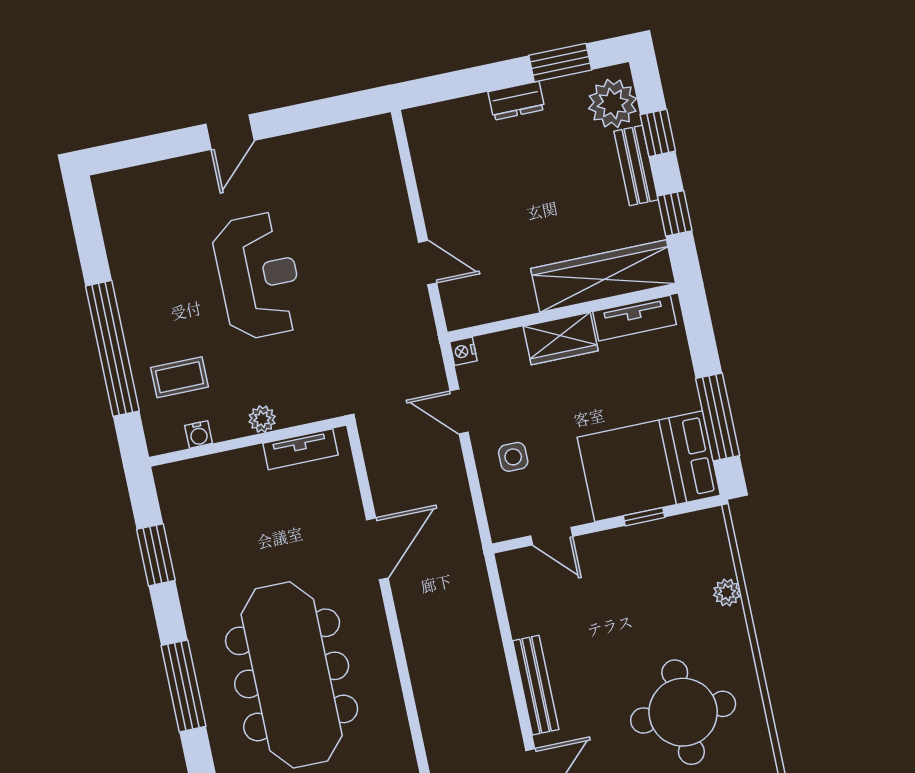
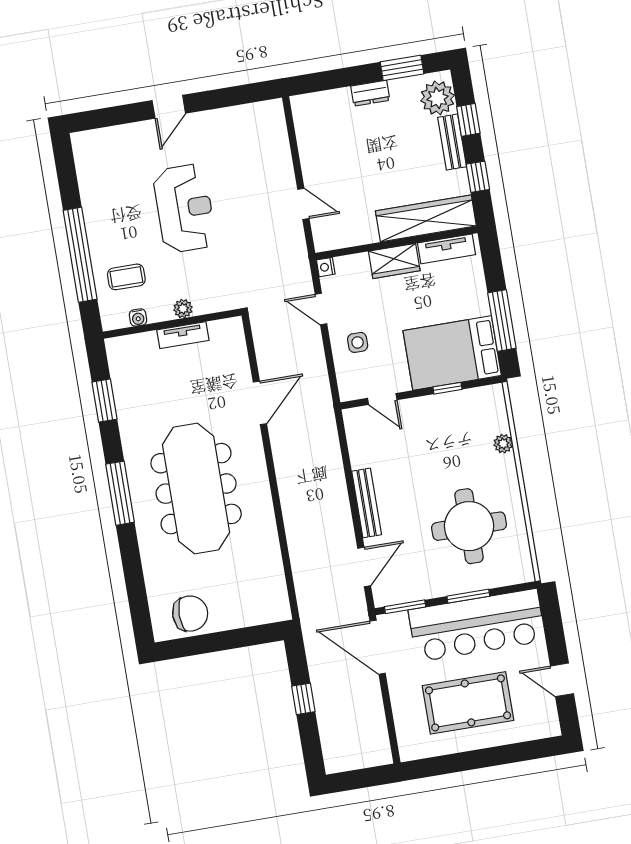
tv unit: (300, 449) -> (183, 335), moved

